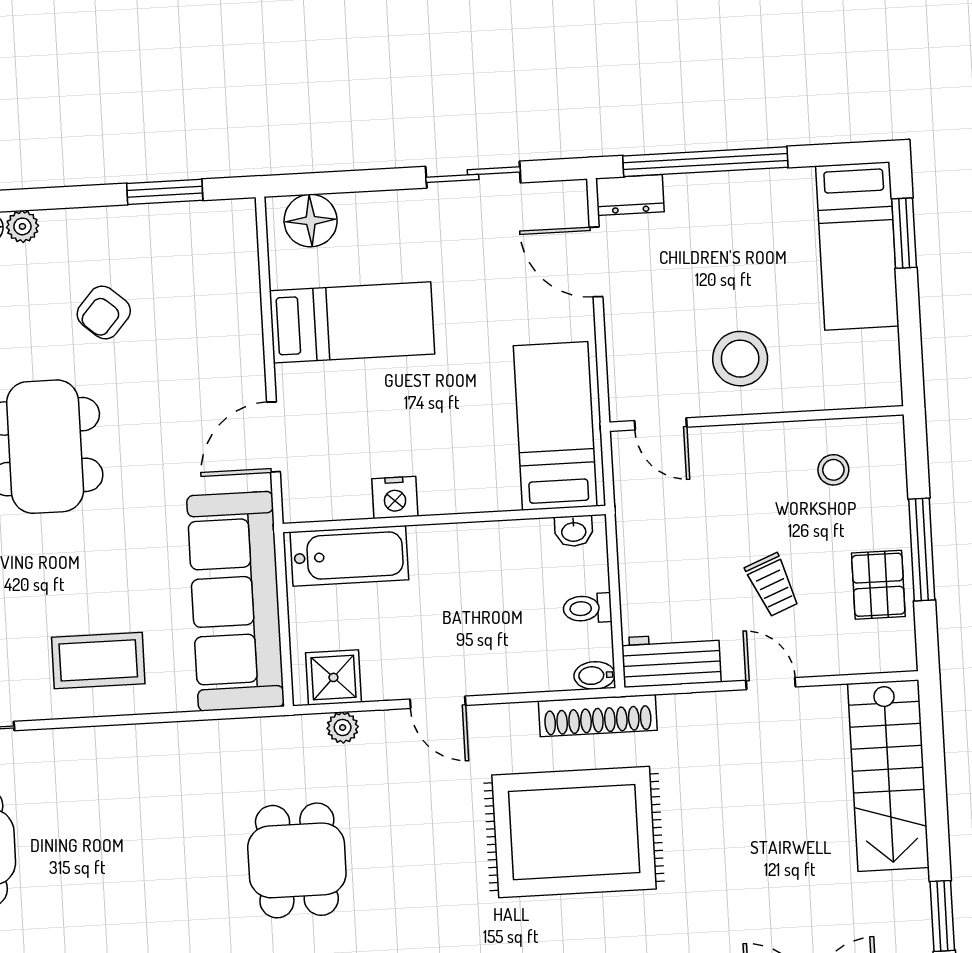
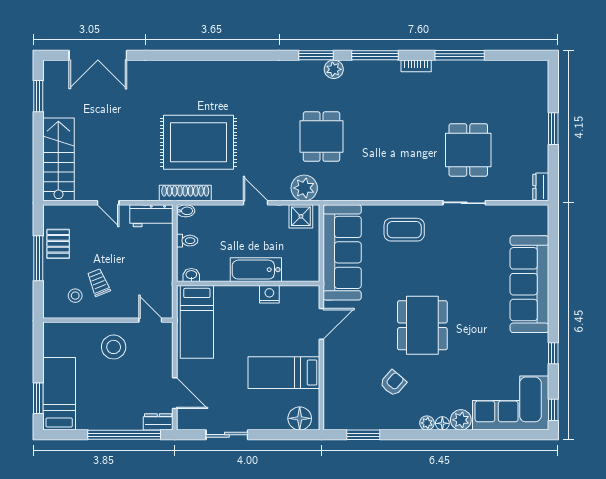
bathtub: (349, 556) -> (256, 270), moved
trolley: (772, 585) -> (98, 282), moved
plant: (343, 728) -> (304, 188), width x1.88, depth x1.88

